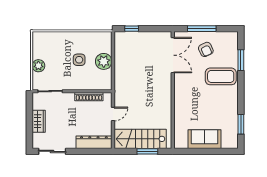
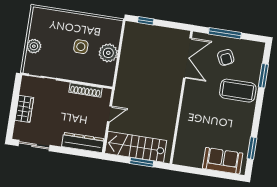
sofa: (205, 139) -> (223, 161), moved

